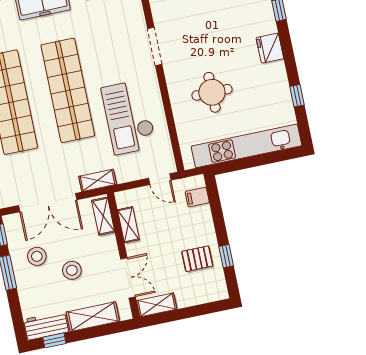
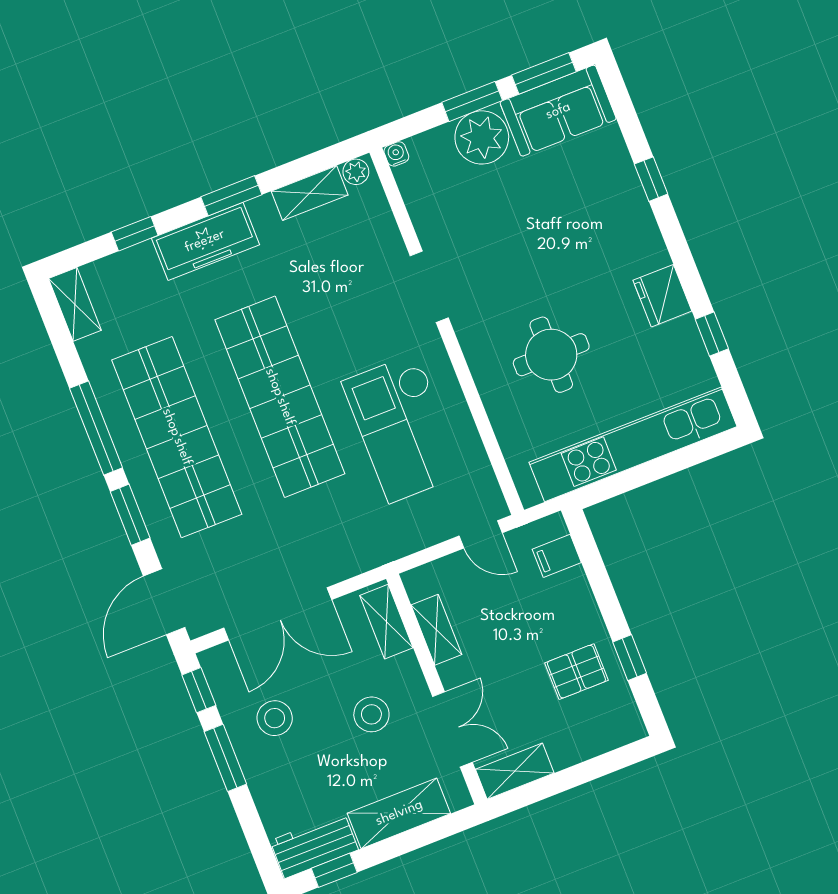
fridge: (270, 48) -> (662, 296), moved
shelving: (98, 180) -> (364, 556), removed
stool: (72, 270) -> (371, 714), moved

